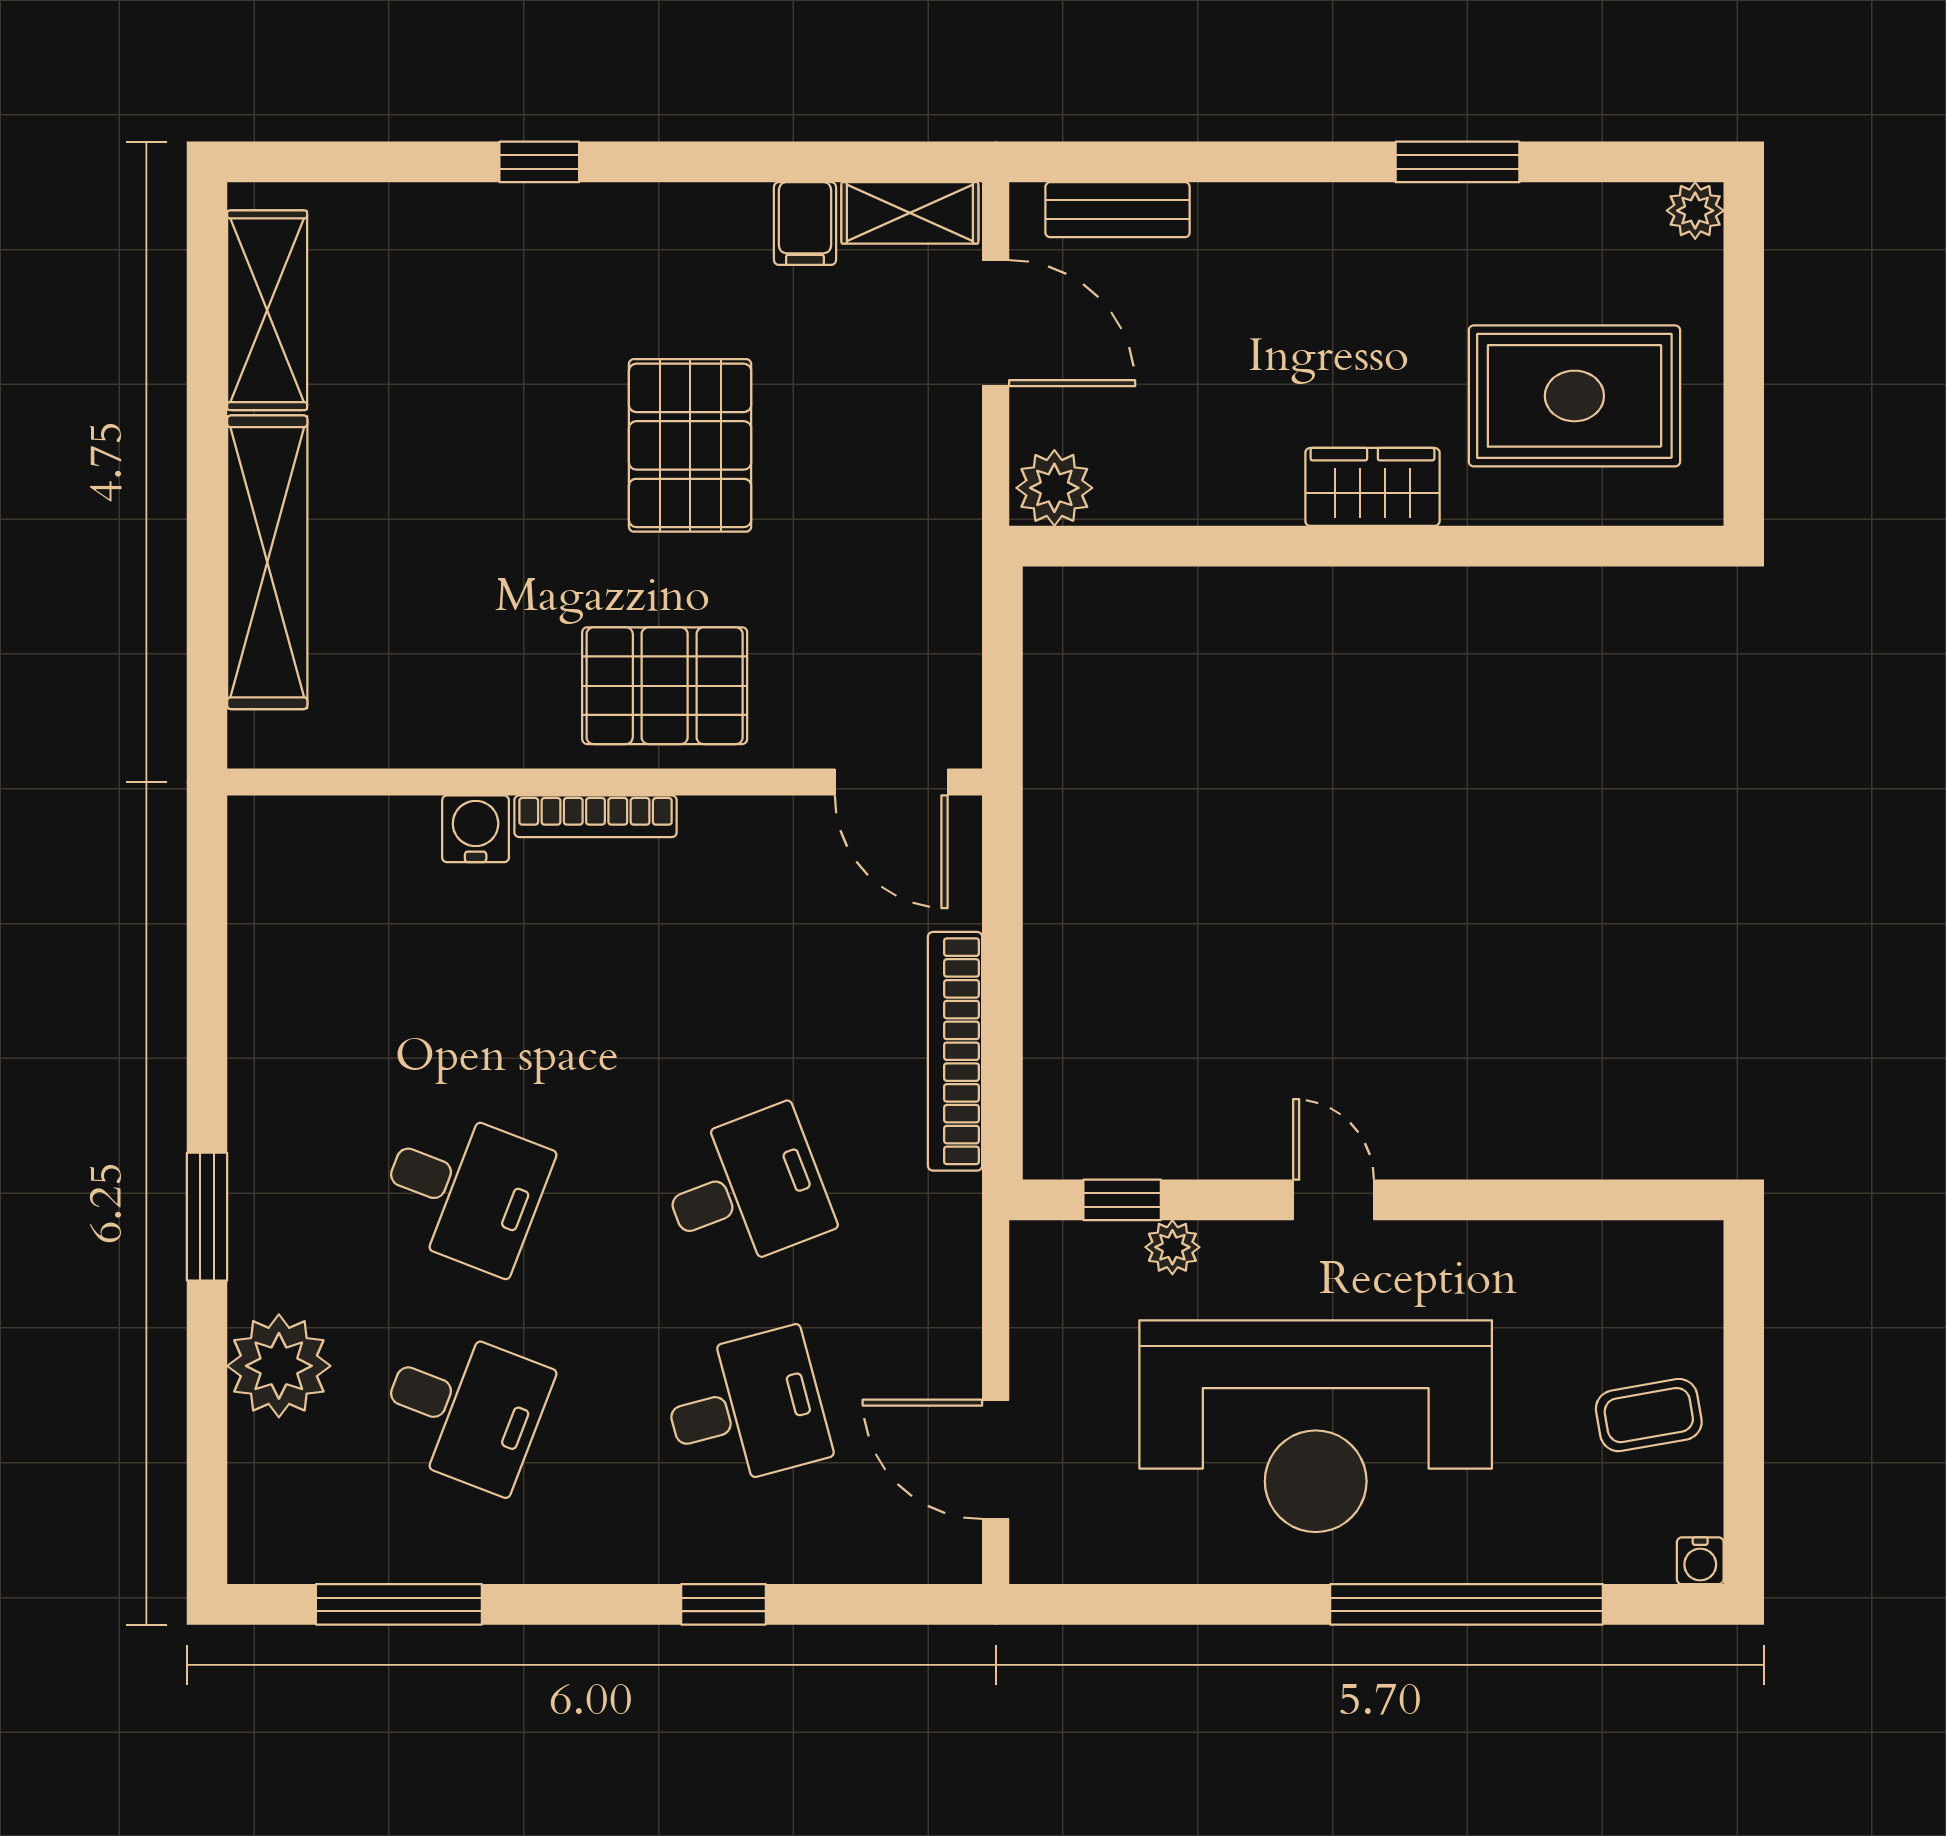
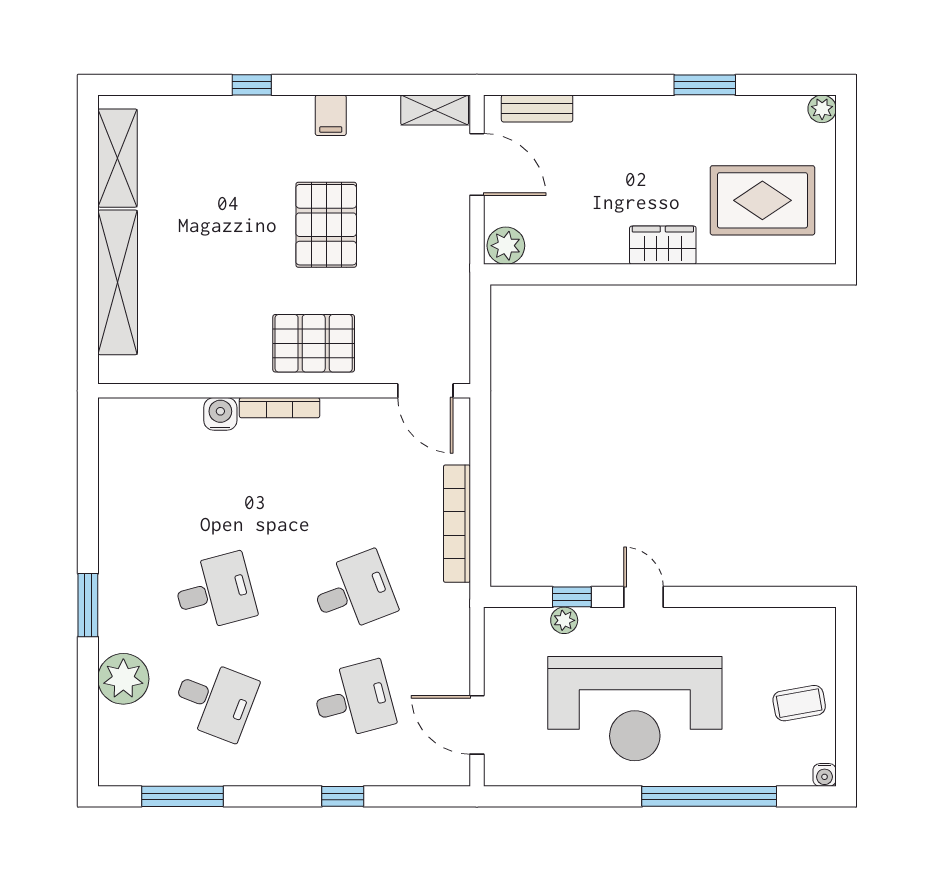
filing cabinet: (805, 224) -> (331, 115), moved
desk: (464, 1190) -> (215, 592), turned -36
window: (1122, 1200) -> (572, 597), moved

